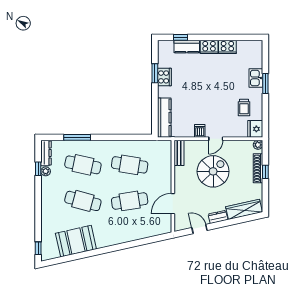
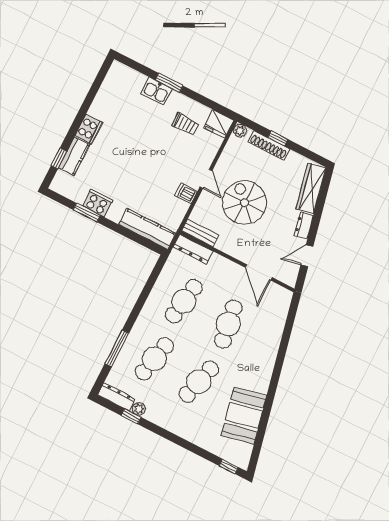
cooker: (227, 47) -> (100, 107), removed
dresser: (166, 154) -> (193, 249), added

